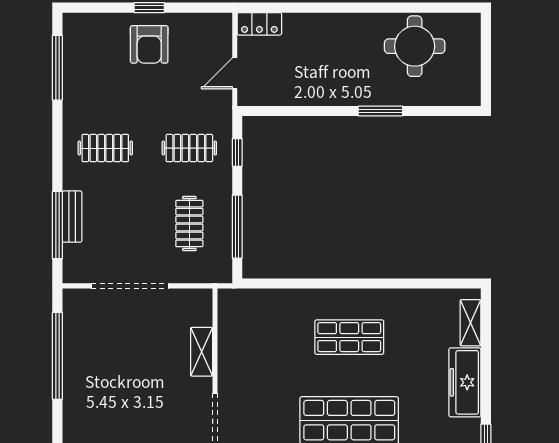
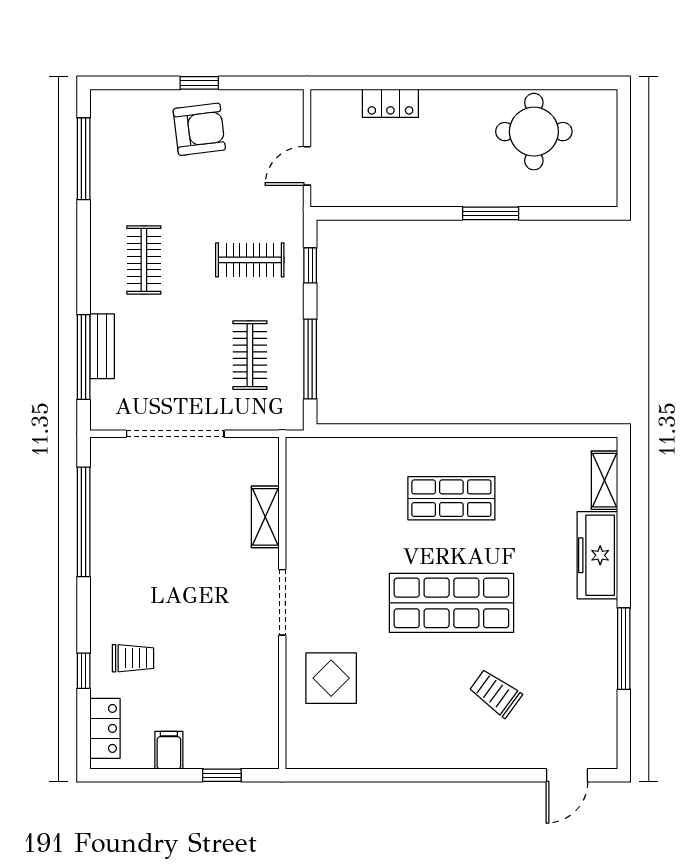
locker: (259, 24) -> (390, 103), moved
armchair: (149, 44) -> (199, 129), turned -97
clothes rail: (105, 148) -> (144, 260), turned 90

